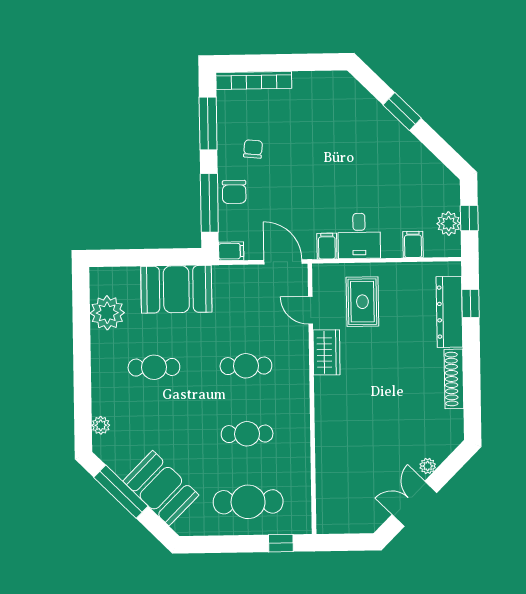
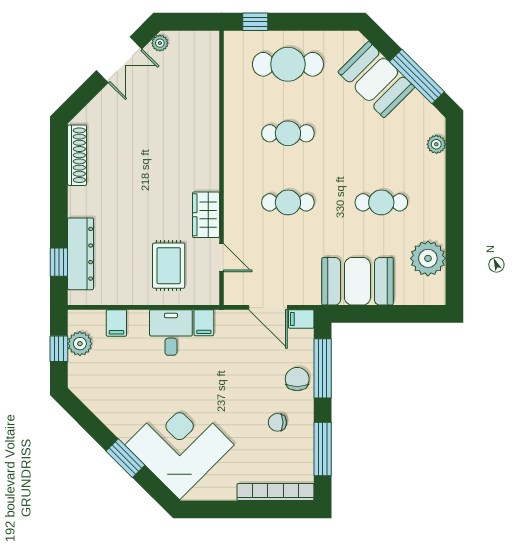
corner desk: (349, 125) -> (180, 445), added
chair: (253, 149) -> (277, 422), turned 84
door: (283, 262) -> (268, 307), moved
shoe rack: (454, 379) -> (77, 155), moved
plant: (428, 466) -> (160, 43), moved

